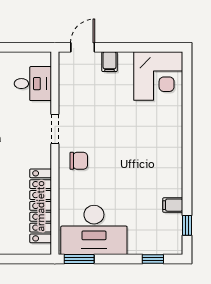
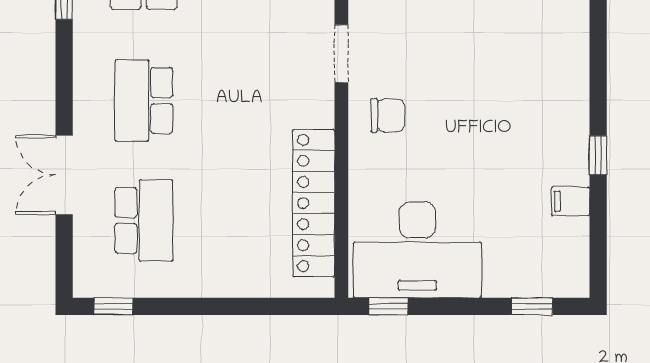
window: (187, 225) -> (598, 155), moved
window: (79, 259) -> (388, 306), width x0.67

